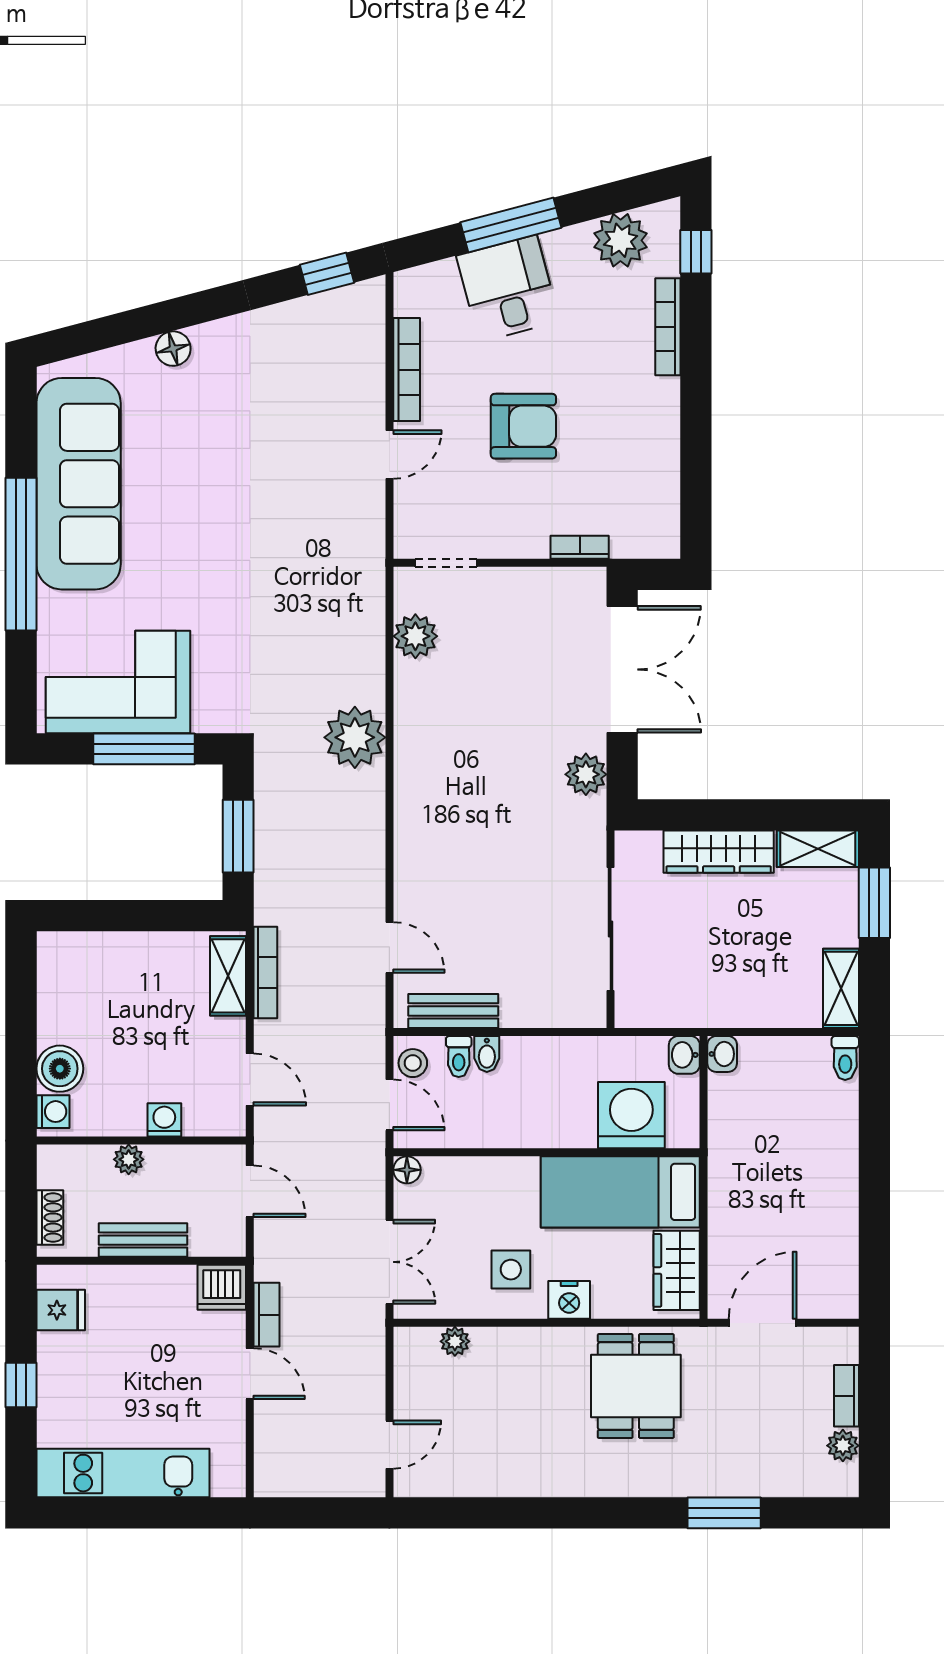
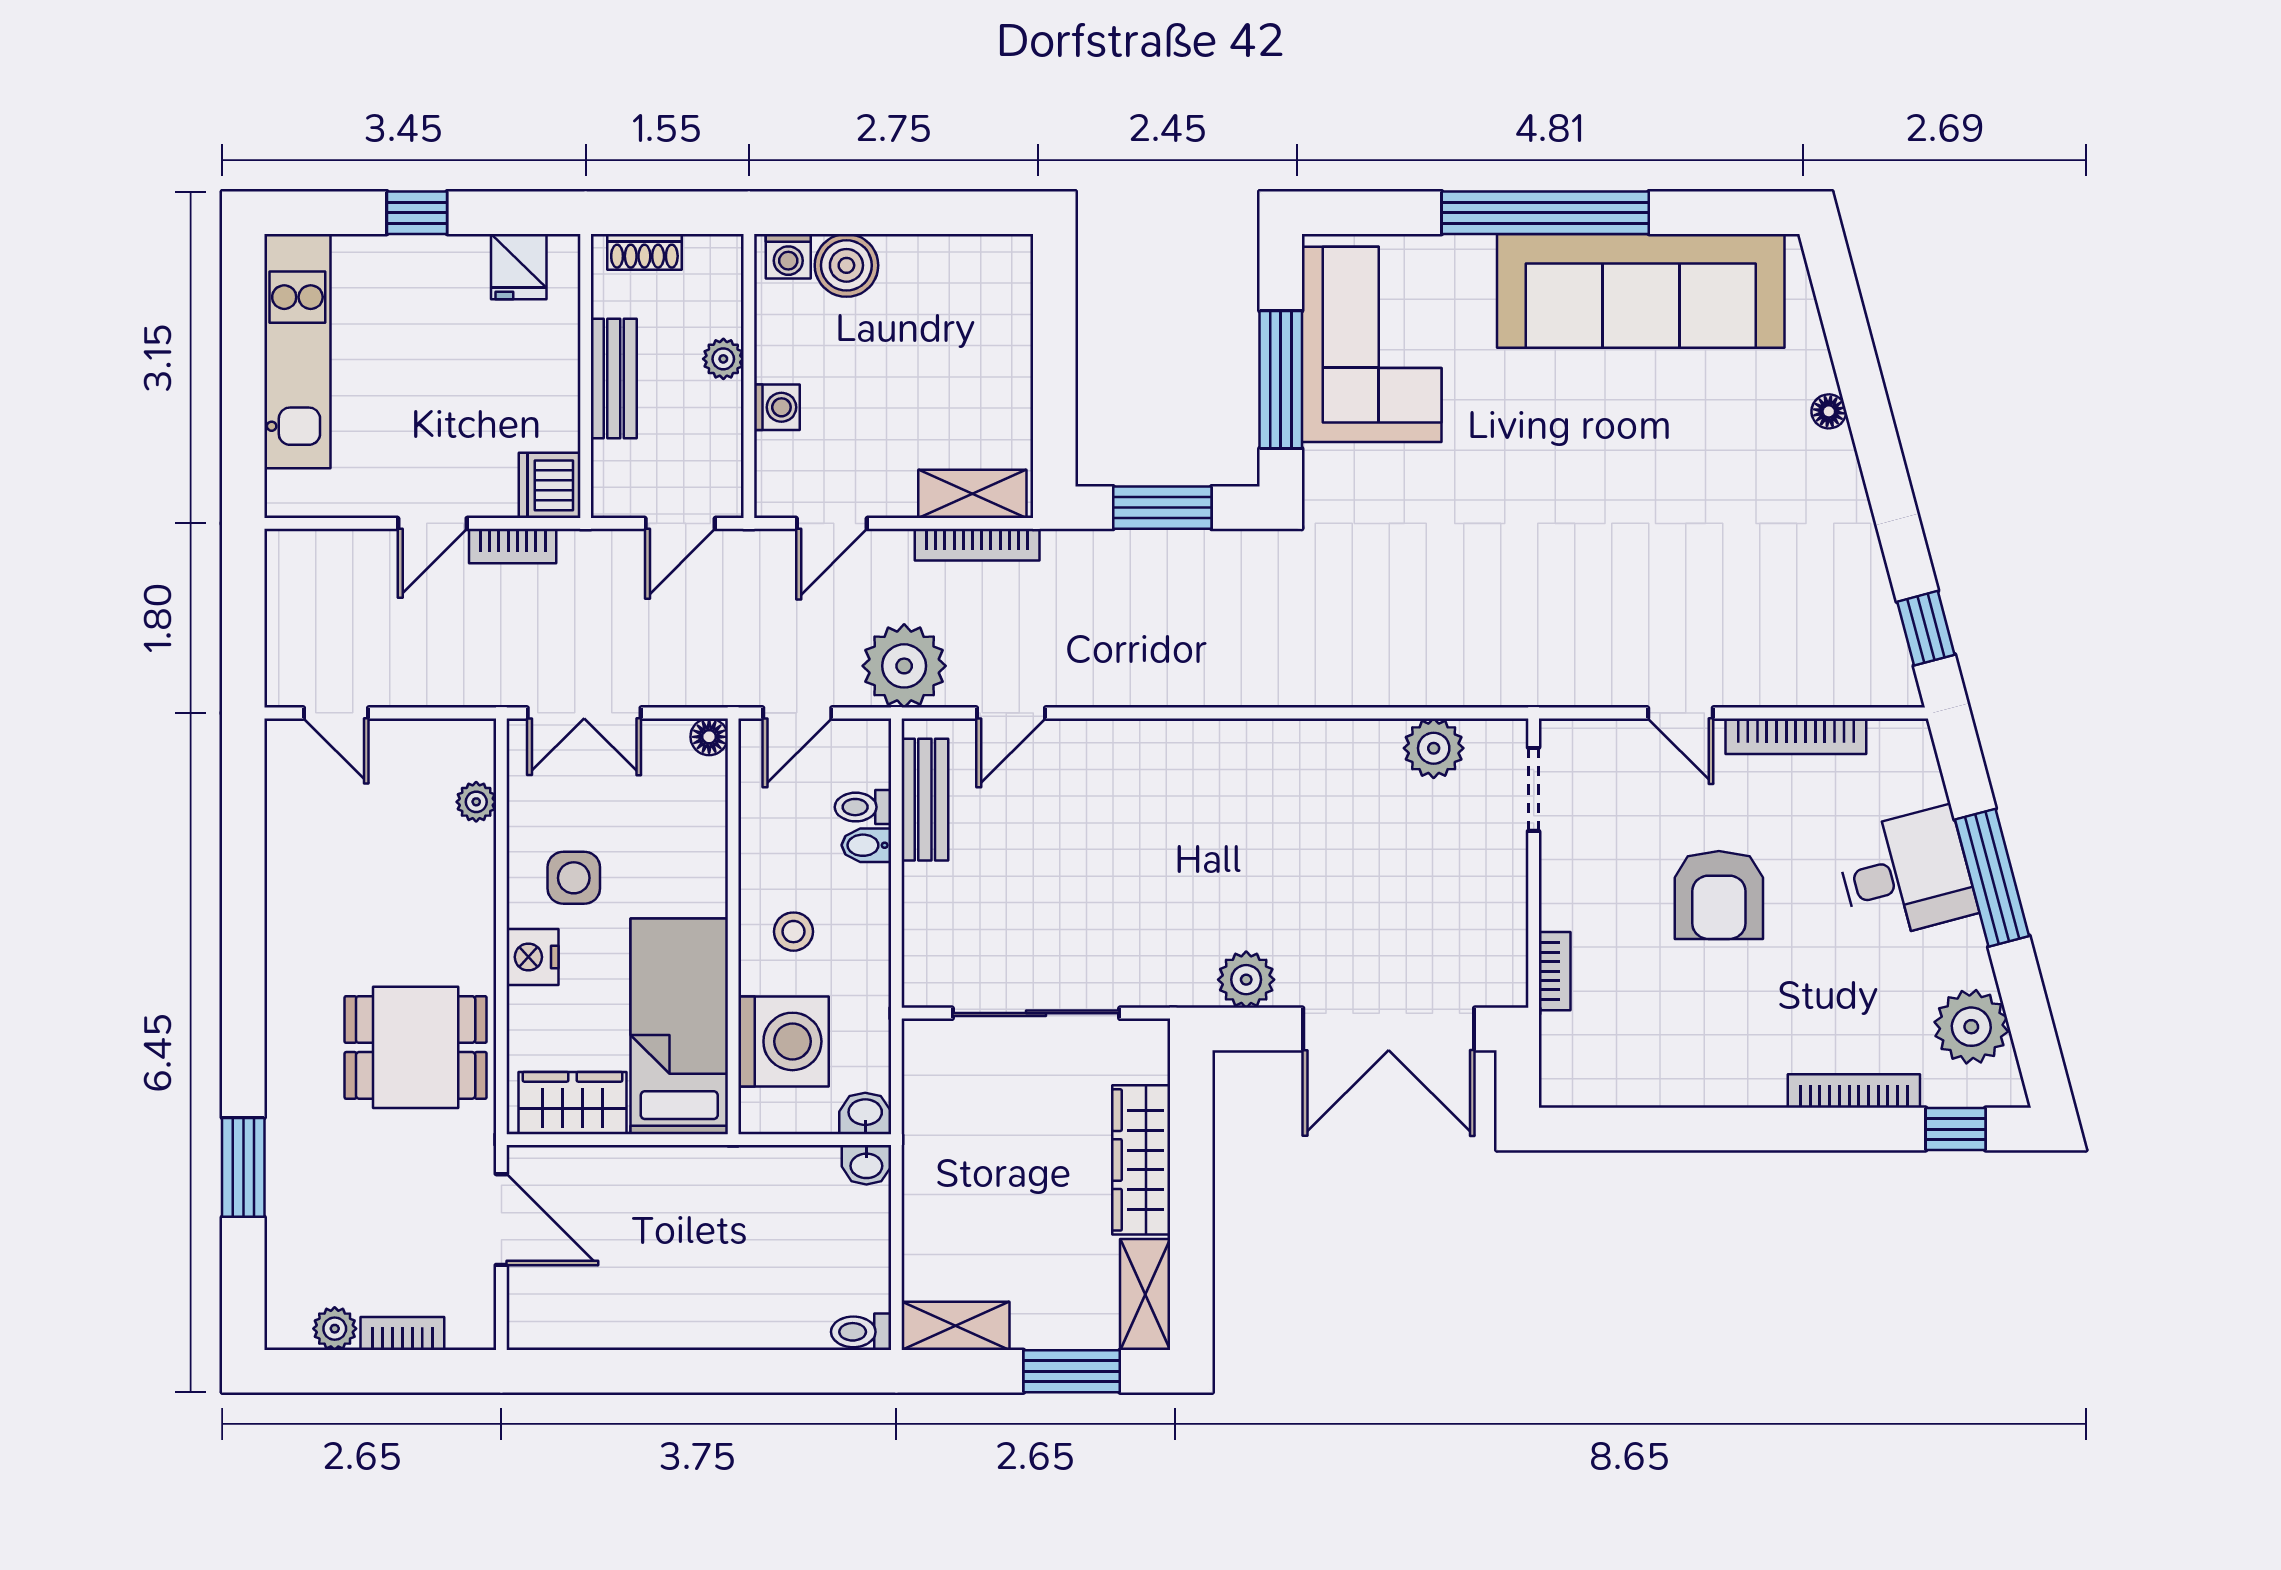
floor lamp: (173, 349) -> (1829, 411), width x0.73, depth x0.73
plant: (355, 737) -> (904, 666), moved
stool: (413, 1063) -> (793, 932), moved

